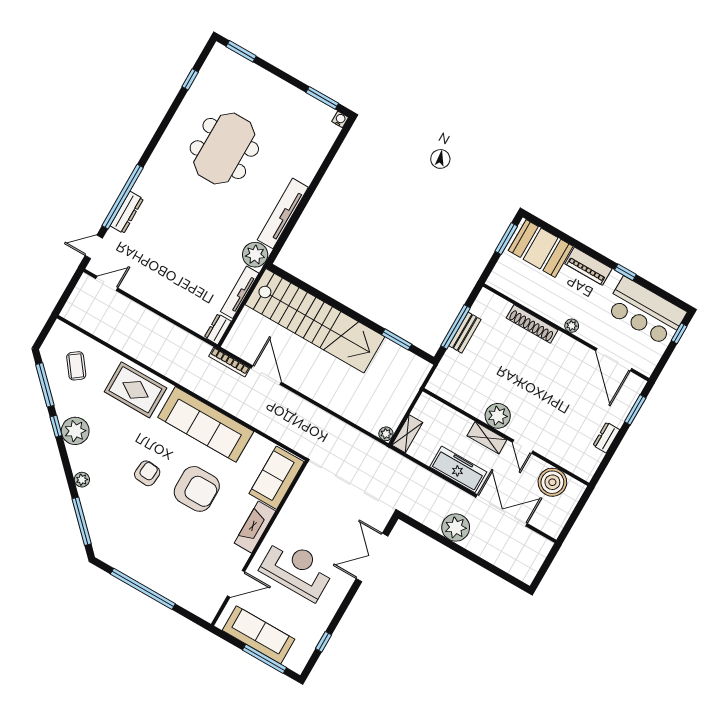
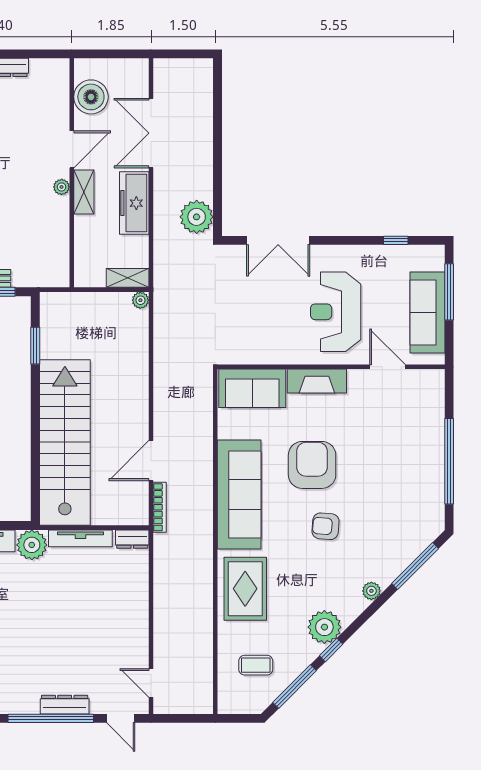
coffee table: (76, 366) -> (256, 665), turned 37
plant: (498, 416) -> (62, 187), width x0.53, depth x0.53
door: (523, 447) -> (72, 149), width x1.37
plant: (456, 528) -> (197, 217), moved

